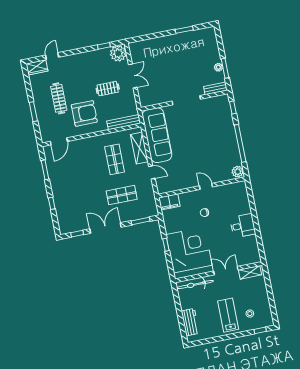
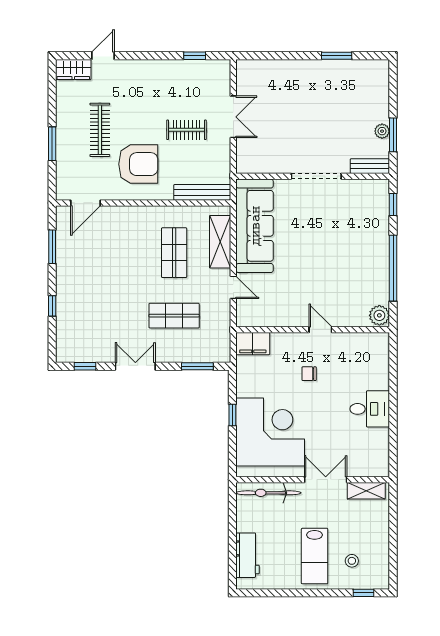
plant: (118, 53) -> (216, 73), removed
double door: (105, 228) -> (135, 366), width x0.73
lab bench: (228, 315) -> (315, 556), turned 180

